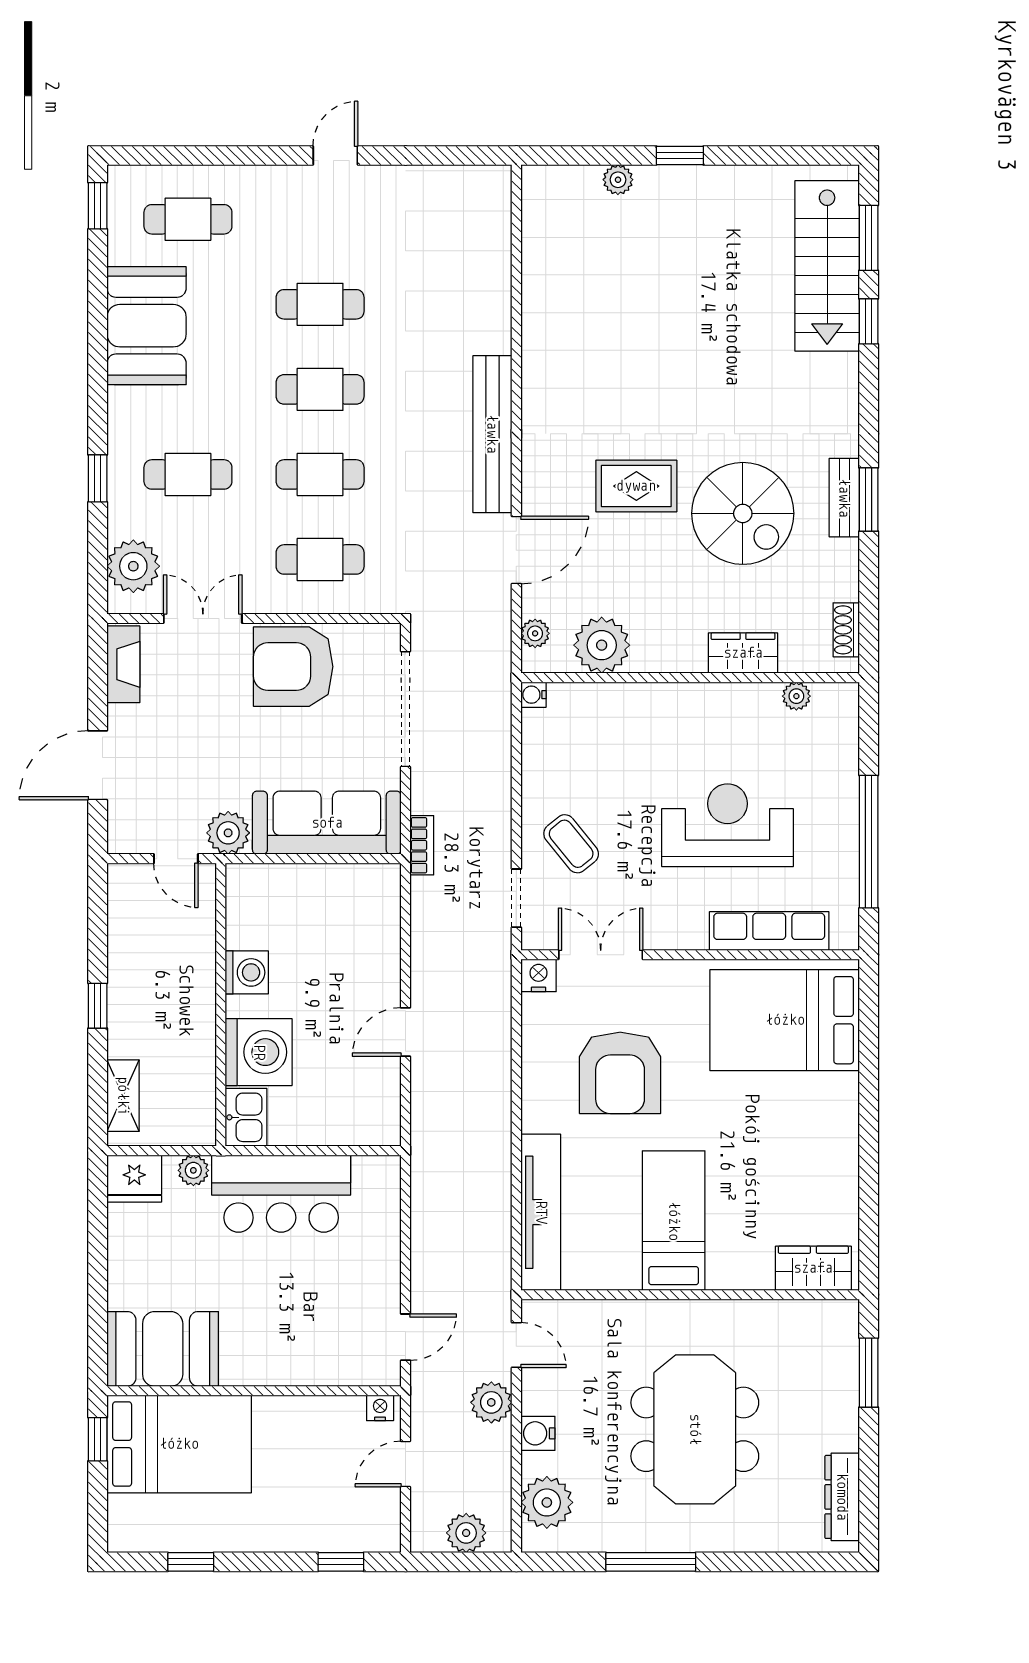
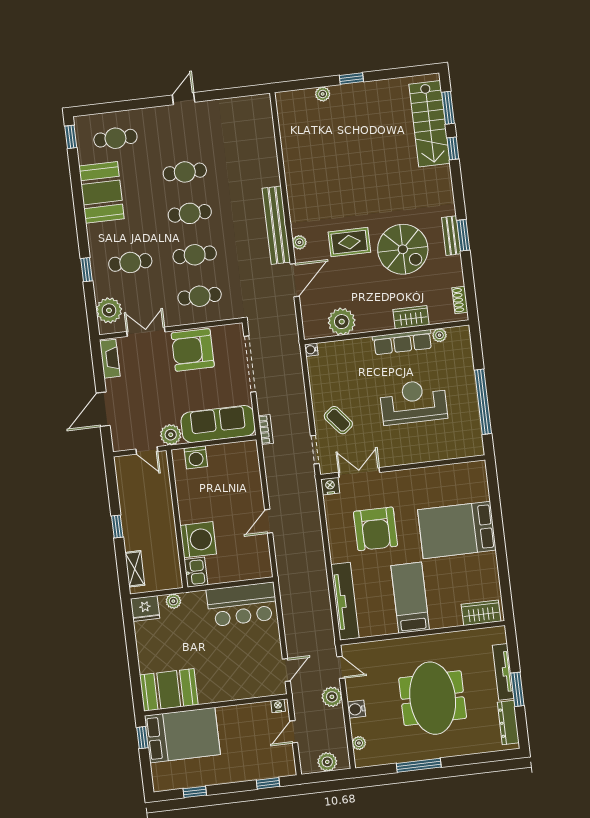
plant: (535, 633) -> (299, 242), moved
row of seats: (769, 931) -> (402, 342), moved, turned 180
washing machine: (247, 972) -> (196, 457), moved, turned 90
bed: (785, 1020) -> (457, 530), moved
bar counter: (281, 1194) -> (242, 604), moved
window: (869, 1373) -> (517, 689), moved
tv unit: (844, 1393) -> (503, 672), added
plant: (547, 1502) -> (359, 743), width x0.53, depth x0.53

